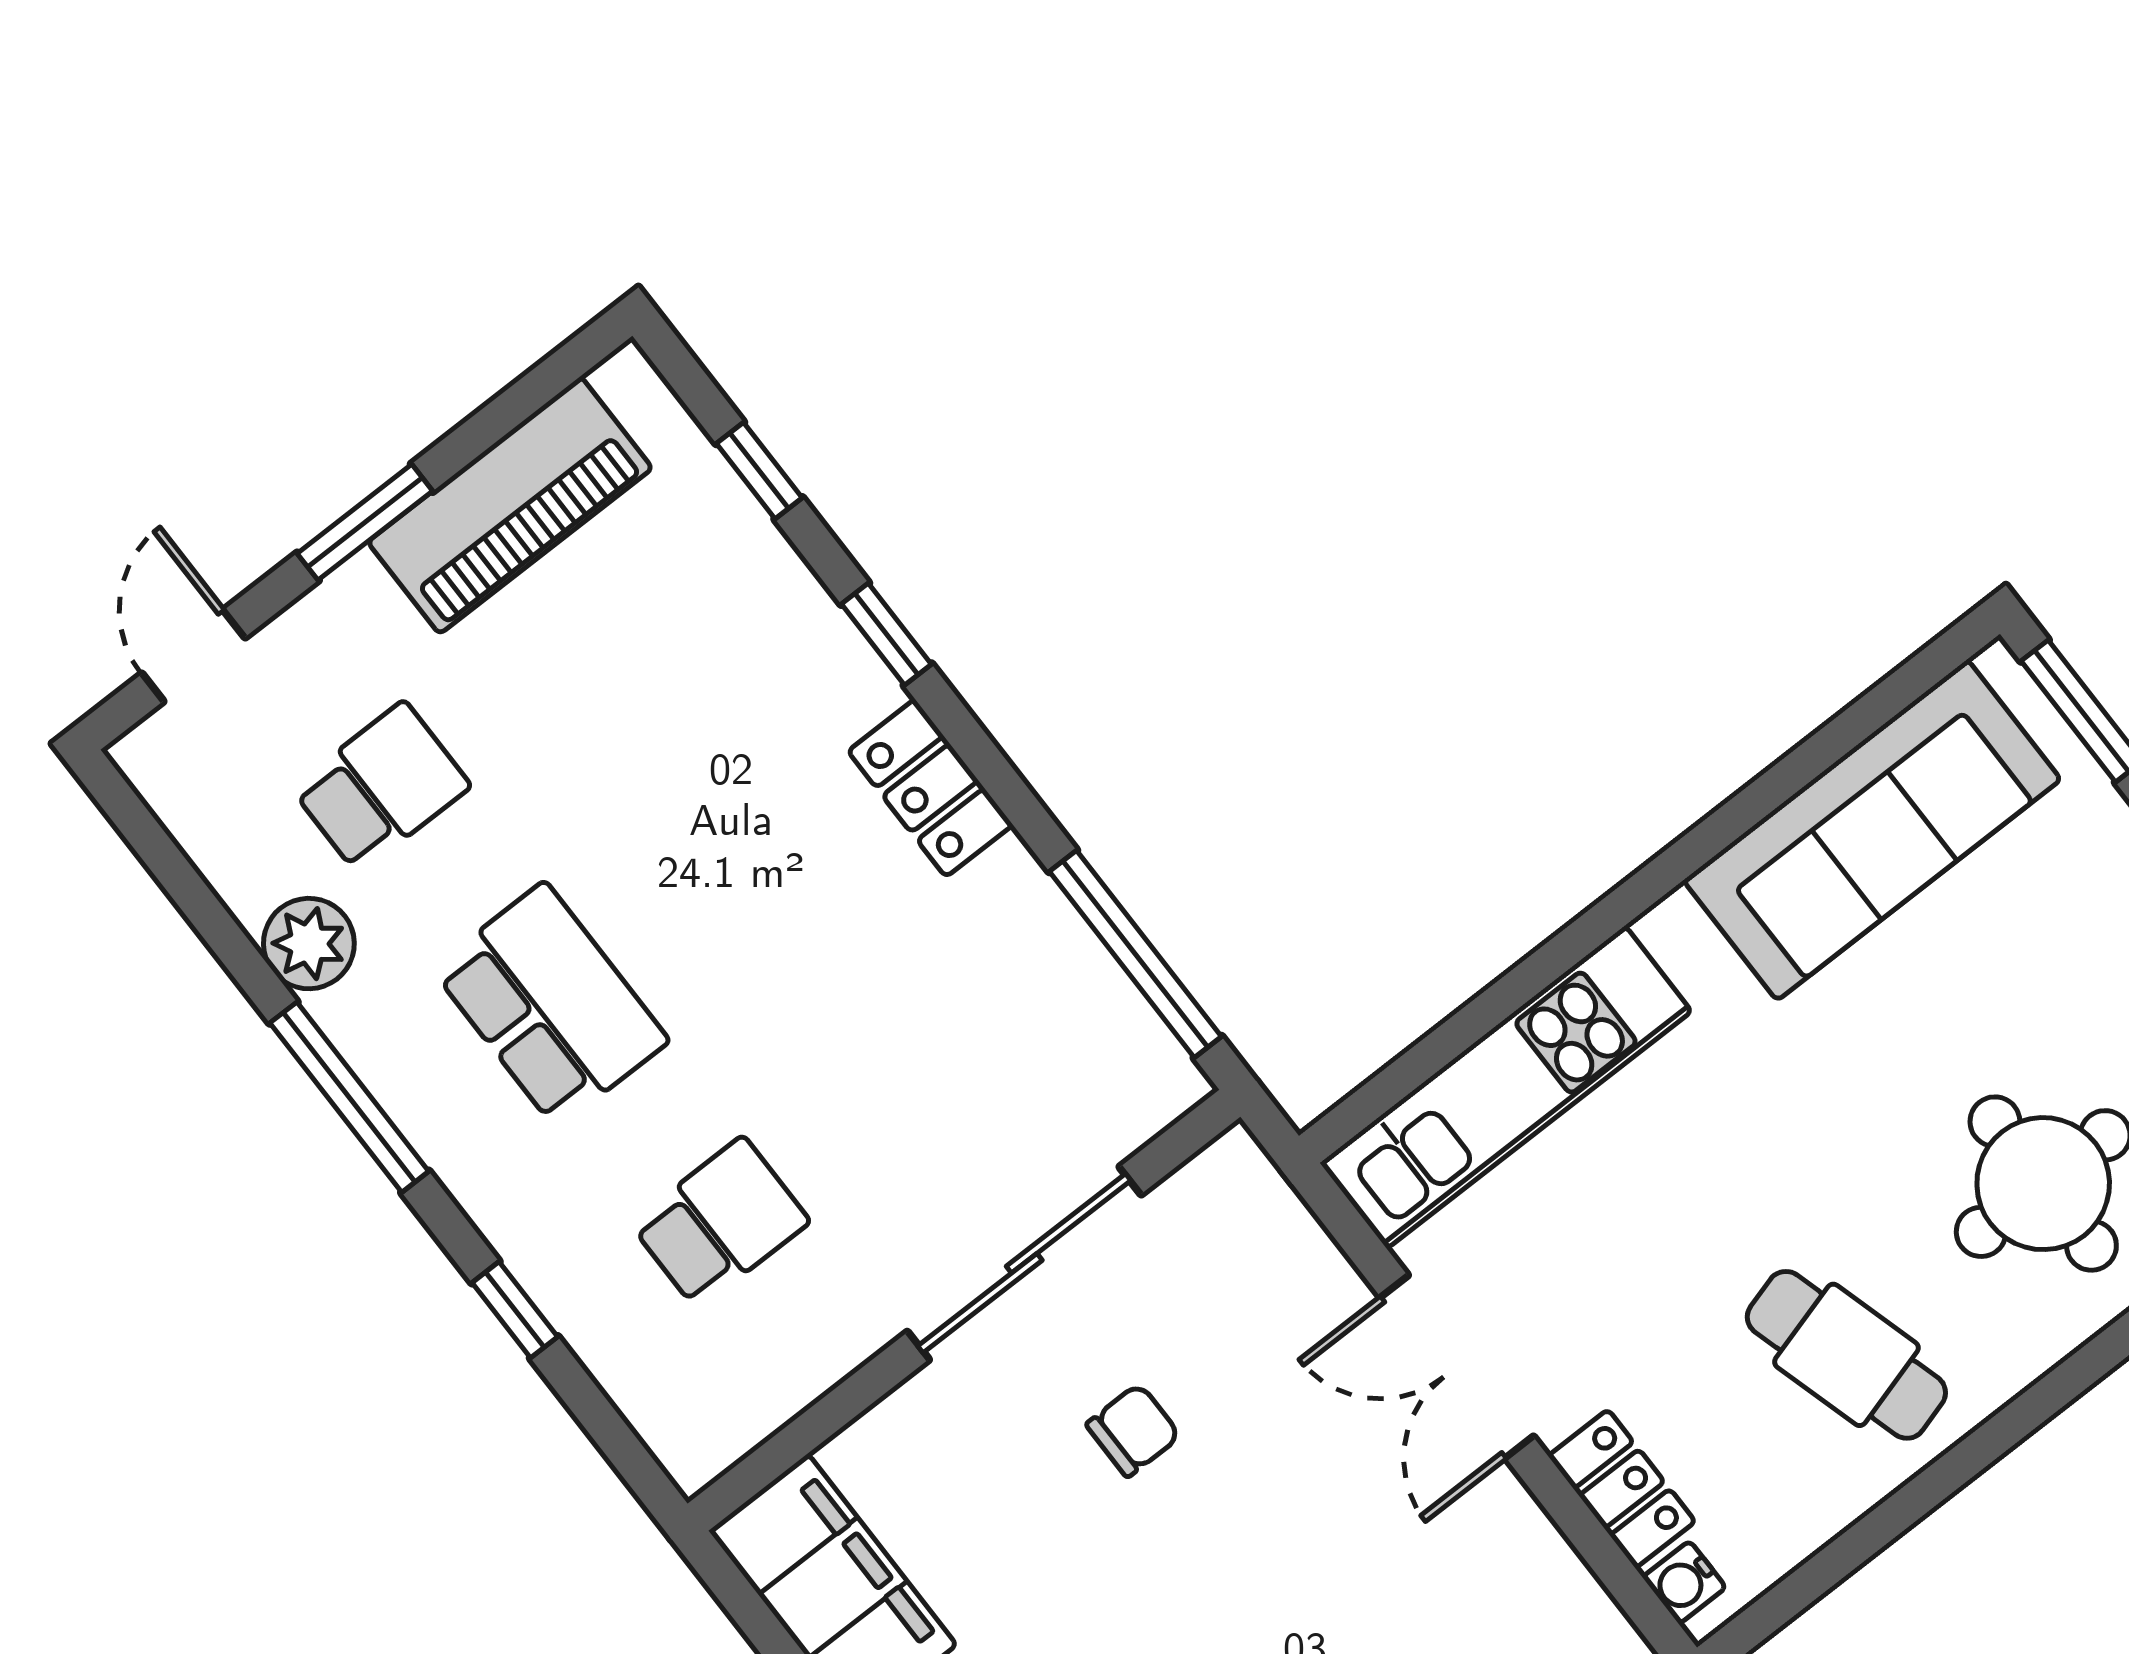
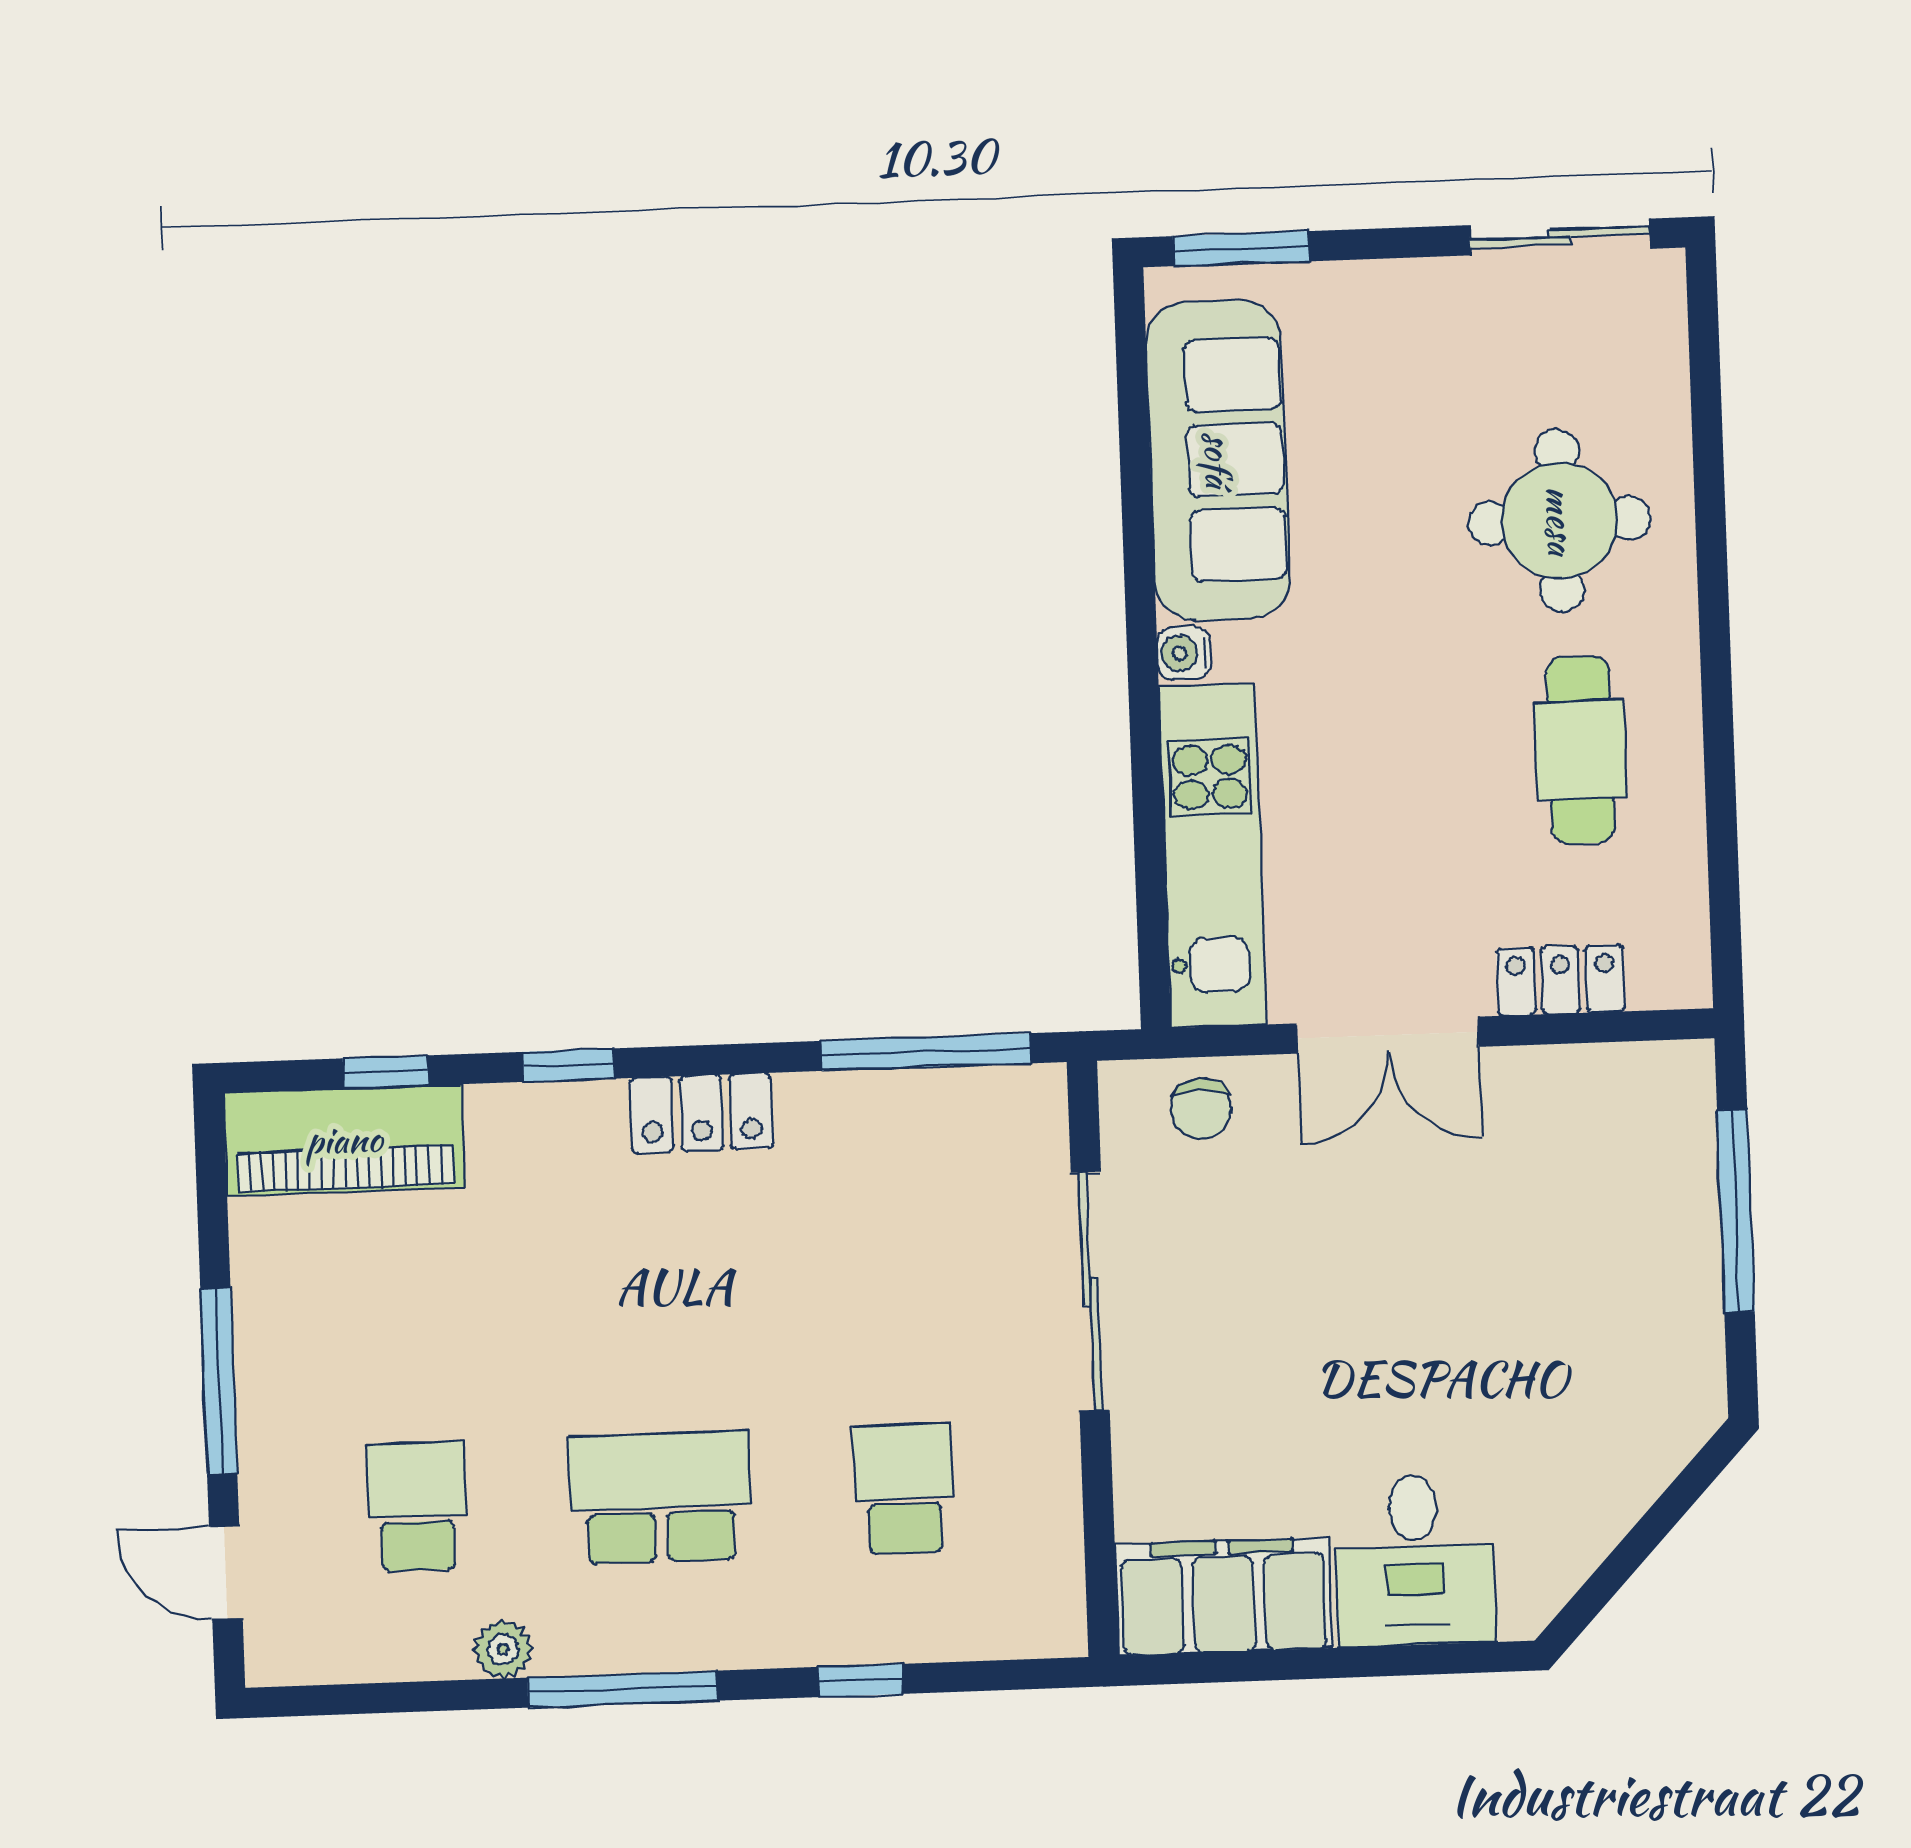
piano: (510, 505) -> (344, 1140), moved, turned 90
window: (365, 522) -> (219, 1381), width x1.44
plant: (309, 944) -> (503, 1649), width x0.73, depth x0.73
cafe table: (1846, 1355) -> (1581, 750), turned -74
chair: (1133, 1430) -> (1201, 1109), moved, turned 180
water cooler: (1684, 1582) -> (1184, 653), moved, turned 90

